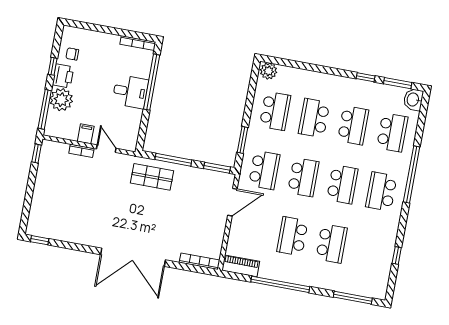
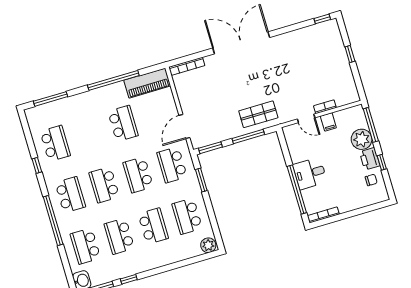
window: (37, 154) -> (350, 54), moved
school desk: (331, 243) -> (55, 143), moved, turned 180
window: (397, 255) -> (37, 165), moved
piano: (241, 266) -> (147, 83), width x1.37, depth x1.33

